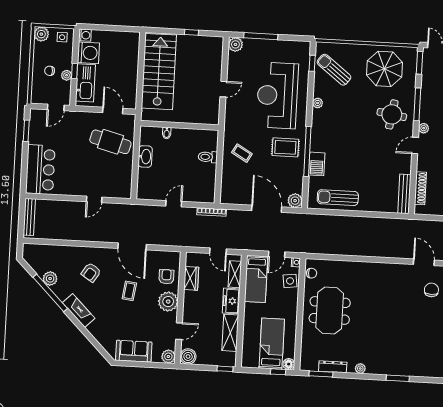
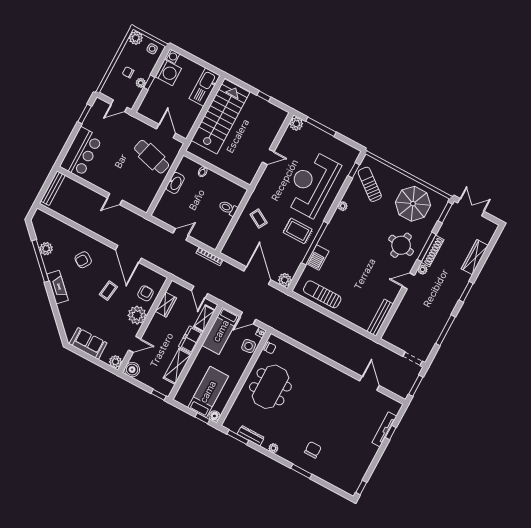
kitchen sink: (85, 83) -> (205, 87), moved, turned 180
shoe rack: (420, 188) -> (433, 251), moved
chair: (431, 290) -> (313, 450), moved

